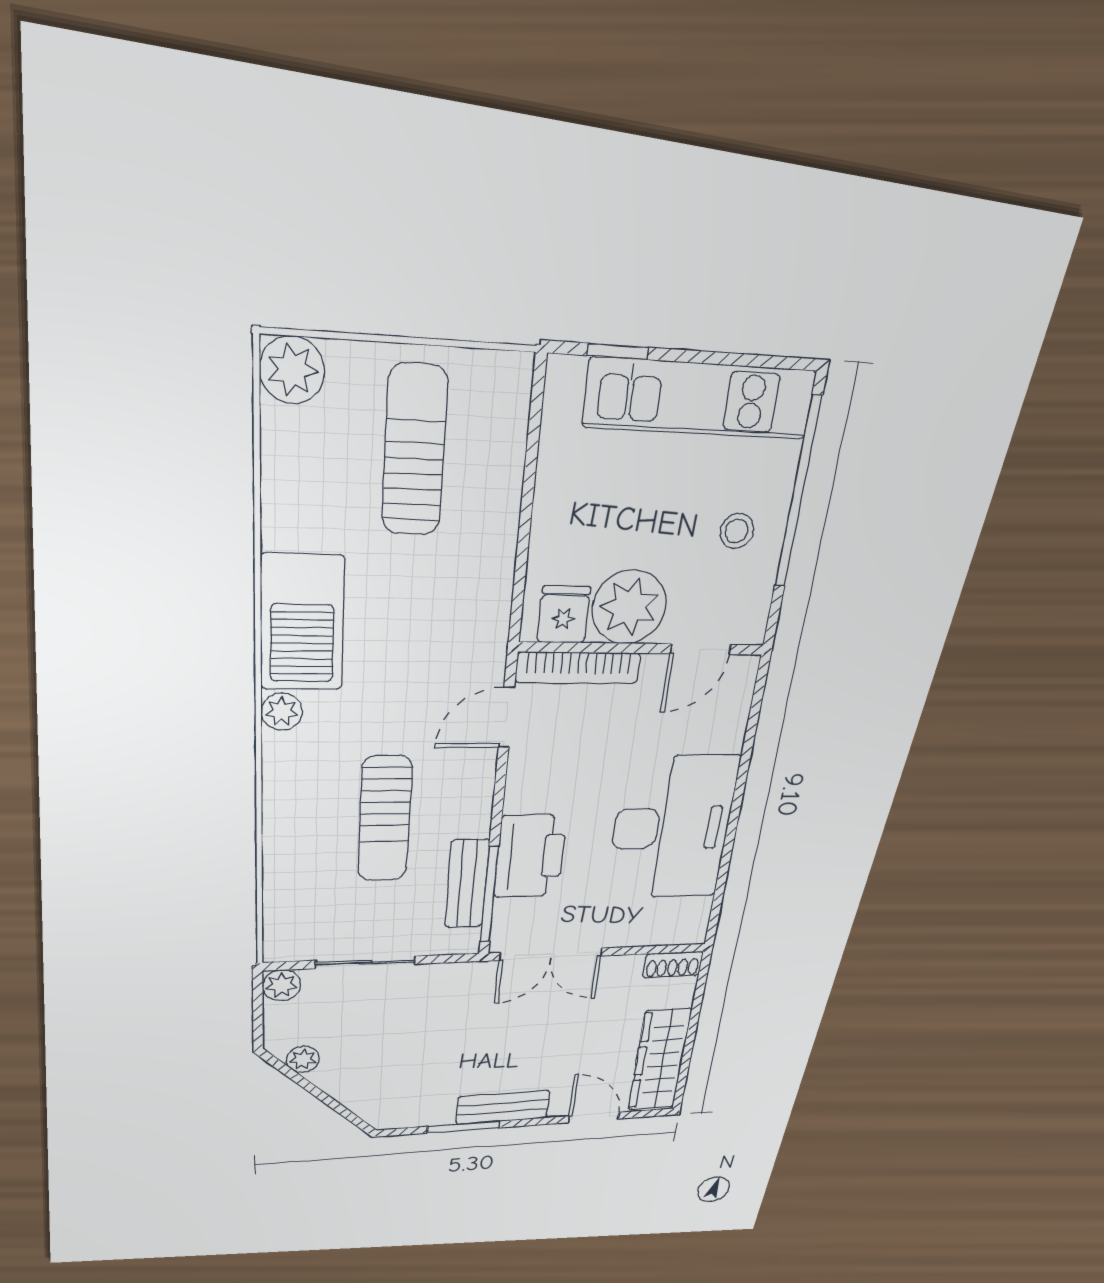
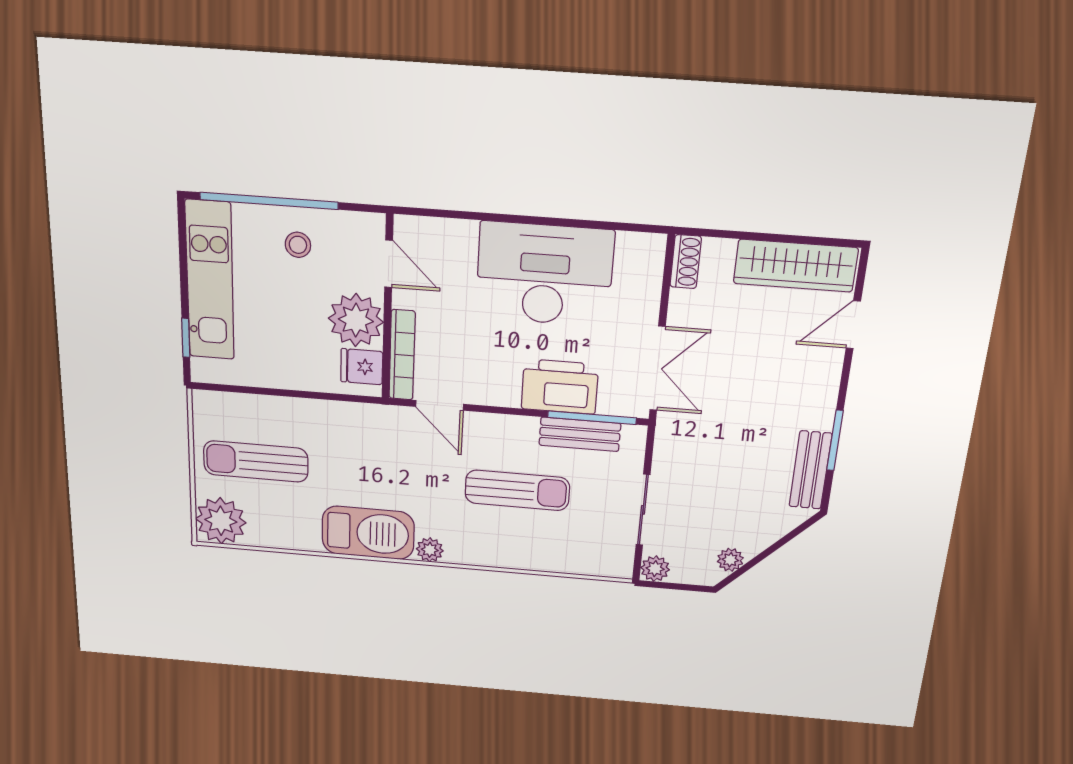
plant: (292, 370) -> (221, 521), width x1.36, depth x1.36
bench: (503, 1107) -> (810, 470), moved

